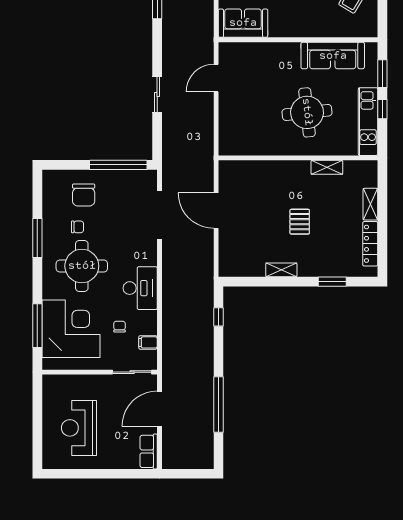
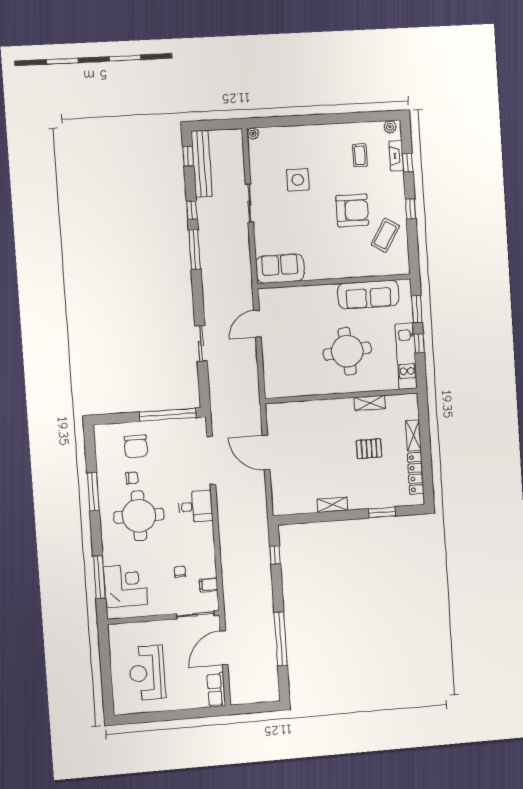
pallet: (300, 222) -> (369, 449), moved, turned 90
desk: (140, 288) -> (196, 506), moved, width x0.73
corner desk: (71, 329) -> (126, 586), width x0.74, depth x0.74

